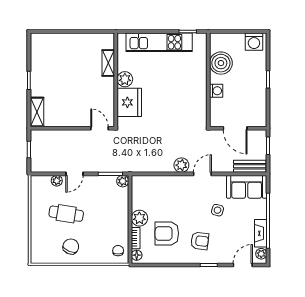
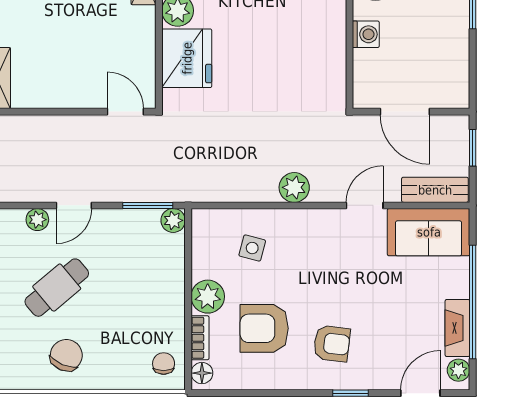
door: (202, 174) -> (365, 205), moved
side table: (218, 210) -> (252, 248), moved
cafe table: (66, 214) -> (57, 288), turned -49

